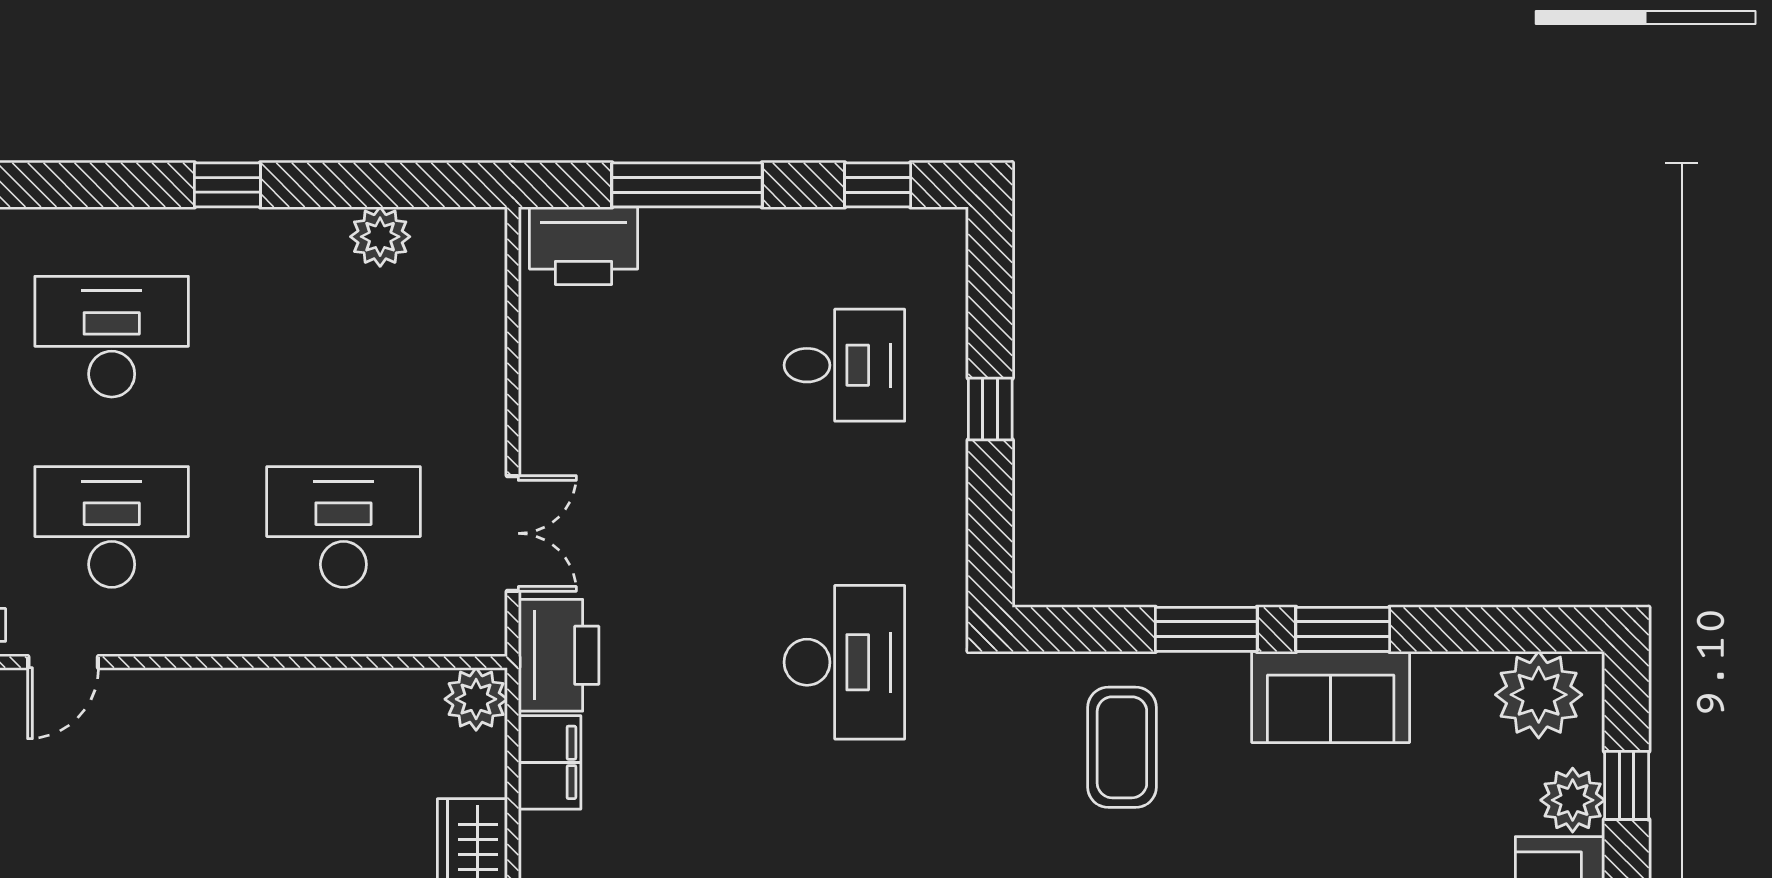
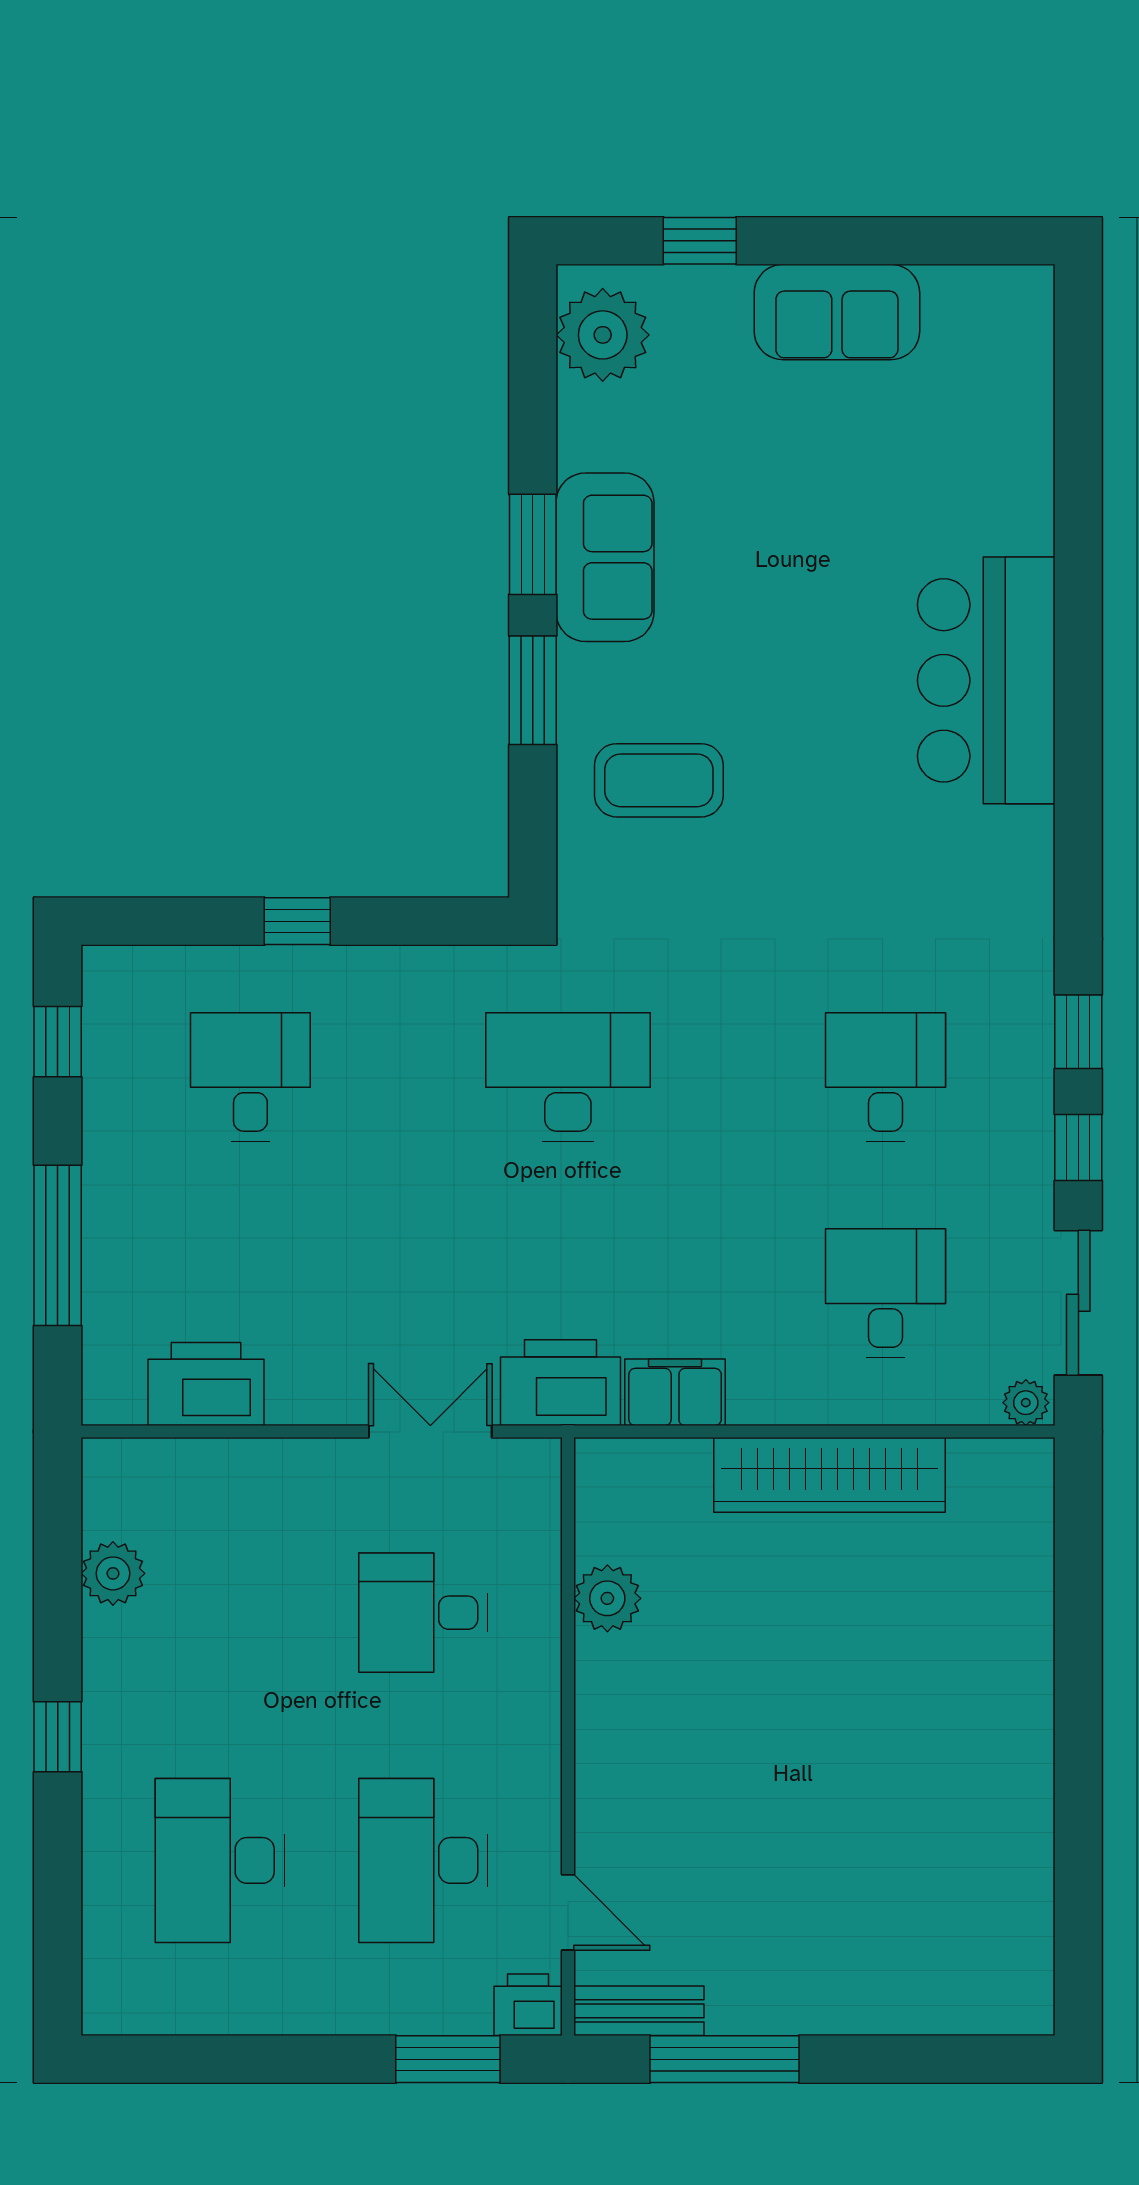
printer: (584, 246) -> (206, 1384), moved, turned -90
desk: (343, 527) -> (423, 1613), width x0.73
plant: (476, 699) -> (607, 1598), moved
plant: (1573, 800) -> (715, 299), removed

